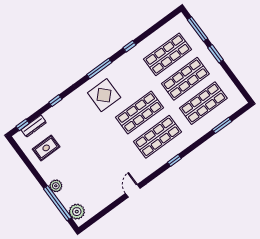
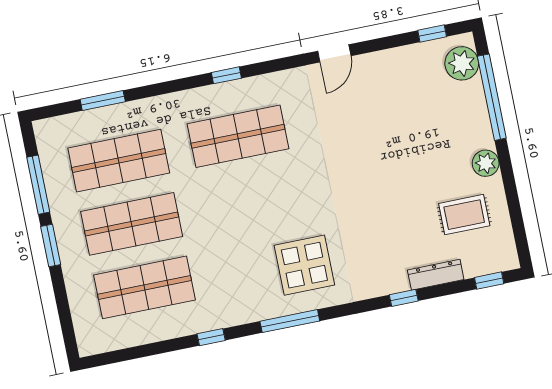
window: (197, 29) -> (38, 185), moved
shop shelf: (140, 112) -> (251, 200), removed
dresser: (34, 126) -> (436, 275), moved
plant: (56, 186) -> (486, 163), moved
window: (95, 218) -> (432, 34), added

